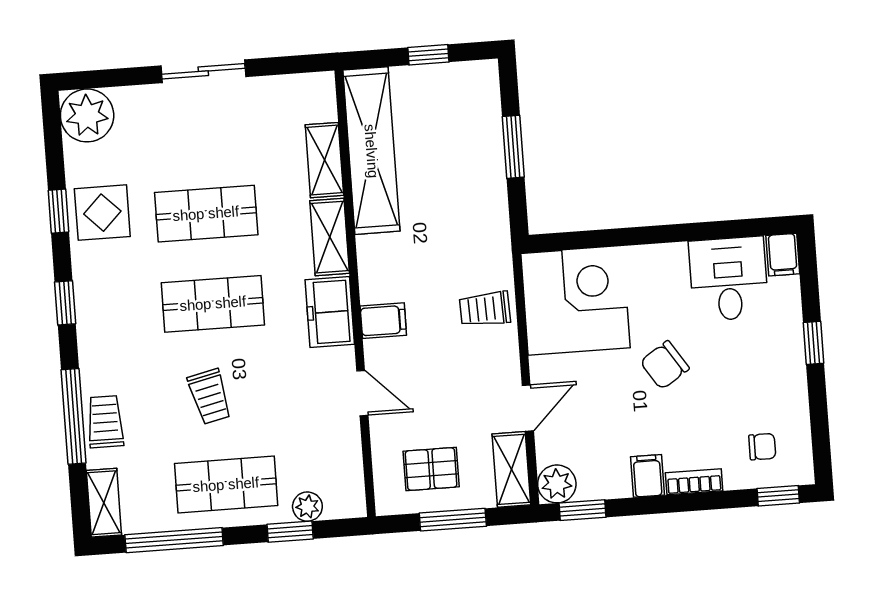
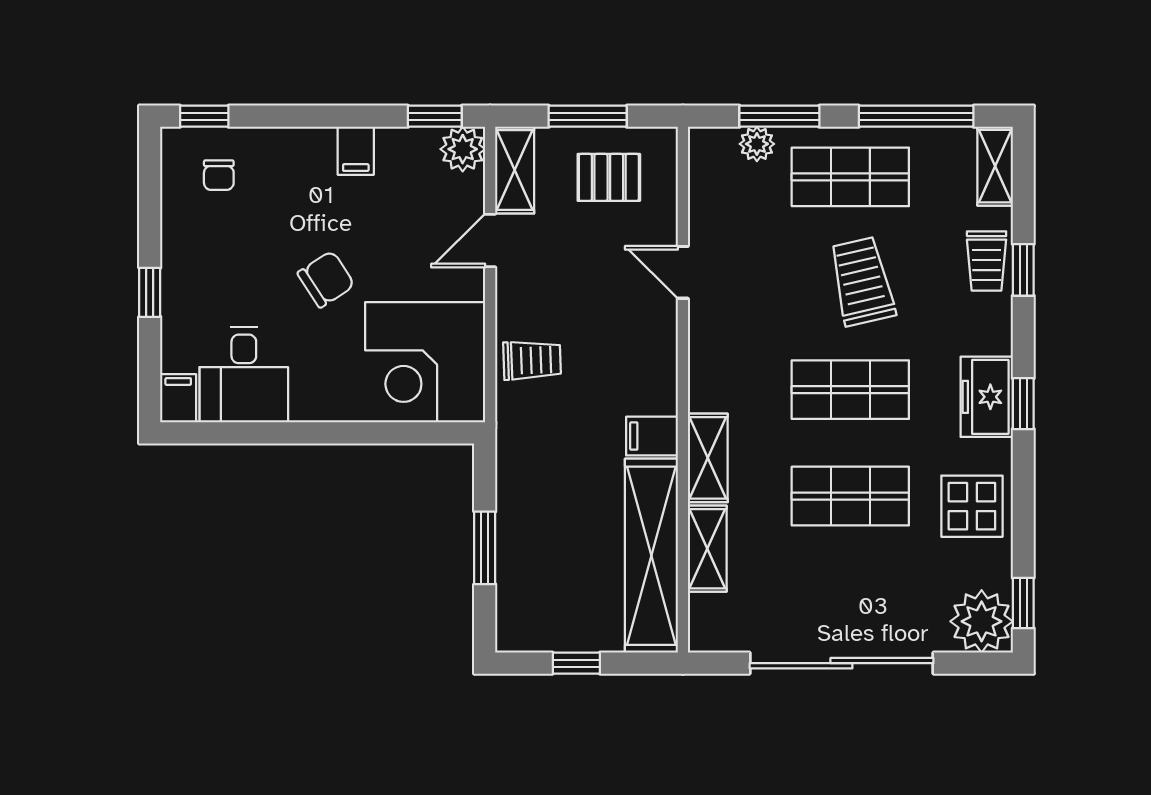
sliding door: (203, 71) -> (841, 663), width x1.86
window: (58, 211) -> (1023, 603), moved
freezer: (330, 312) -> (987, 397), moved, turned 180
filing cabinet: (383, 321) -> (652, 436), moved
trolley: (210, 397) -> (862, 281), width x1.36, depth x1.39
window: (74, 416) -> (1023, 270), width x0.46
chair: (762, 447) -> (219, 175), turned -90
bookcase: (694, 482) -> (302, 140), removed
window: (290, 532) -> (779, 116), width x1.50

